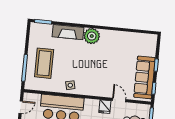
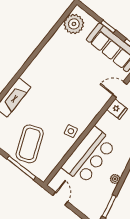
plant: (92, 36) -> (74, 24), moved
coffee table: (44, 63) -> (30, 144), turned 68

